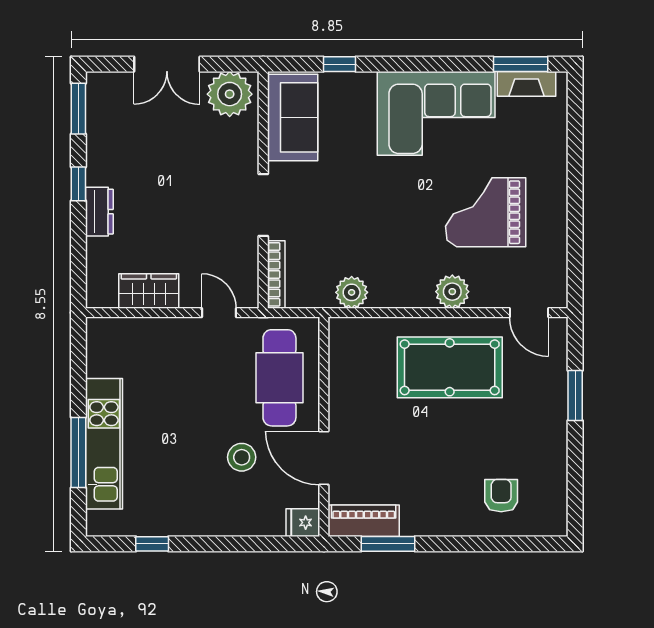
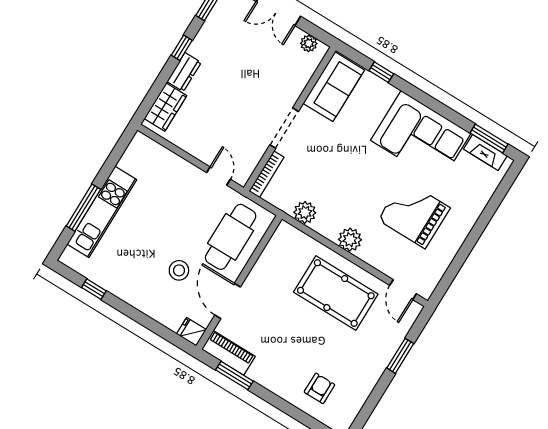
plant: (230, 94) -> (309, 43), width x0.53, depth x0.53
wardrobe: (149, 291) -> (165, 107), moved, turned 90
plant: (452, 292) -> (350, 240), moved

